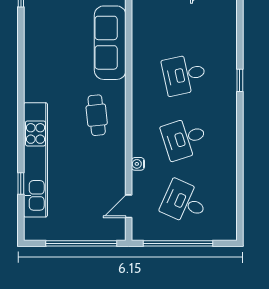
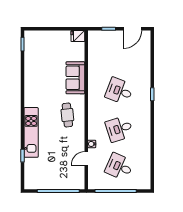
sofa: (110, 43) -> (75, 78), width x0.73
desk: (184, 75) -> (119, 91), turned 33
kitchen unit: (36, 160) -> (31, 132), width x0.73
door: (129, 206) -> (86, 158), moved

